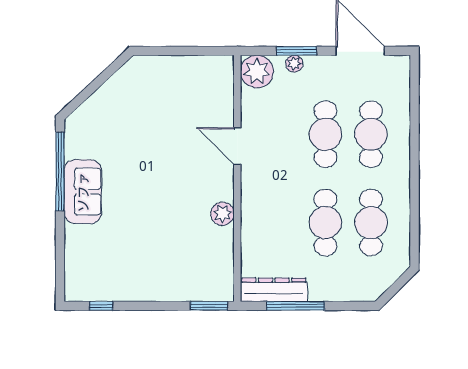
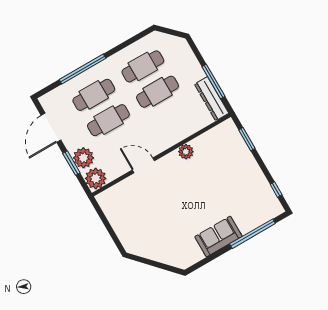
plant: (294, 64) -> (83, 158), width x1.87, depth x1.87
window: (415, 139) -> (83, 69), added
door: (237, 146) -> (143, 165), swing flipped
window: (60, 171) -> (252, 234), moved
window: (209, 306) -> (247, 139), moved

